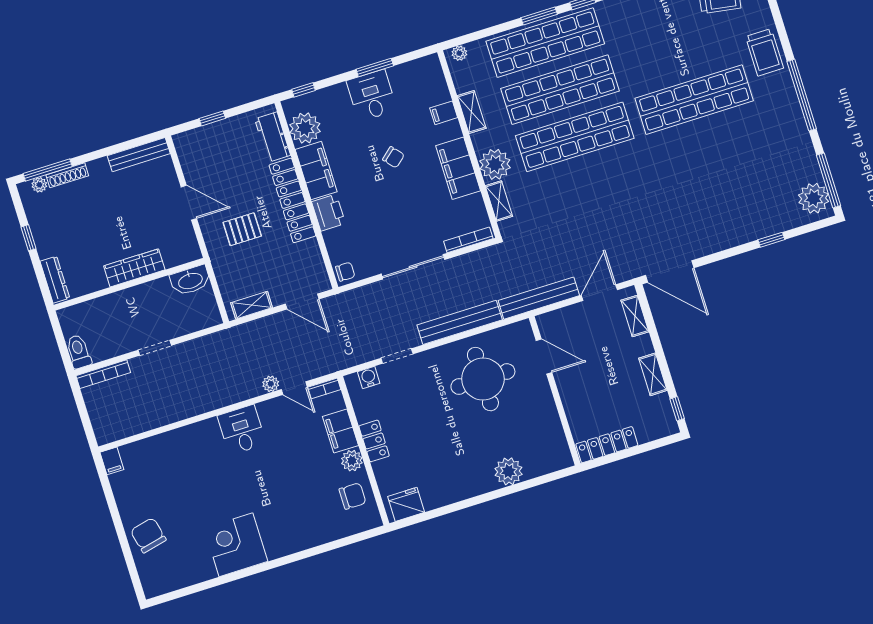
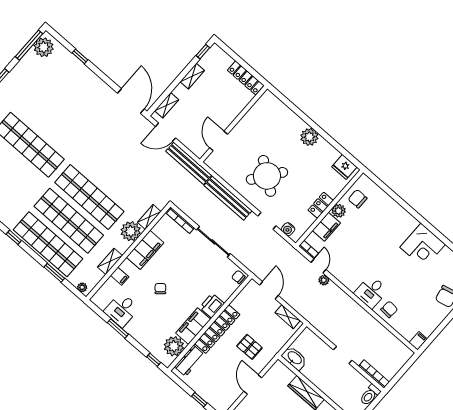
window: (539, 16) -> (54, 273), moved
desk: (372, 95) -> (121, 310), moved
round table: (483, 379) -> (267, 176), moved, turned 36
desk: (242, 430) -> (371, 292), moved
chair: (178, 448) -> (389, 309), added
plant: (509, 471) -> (309, 137), moved

